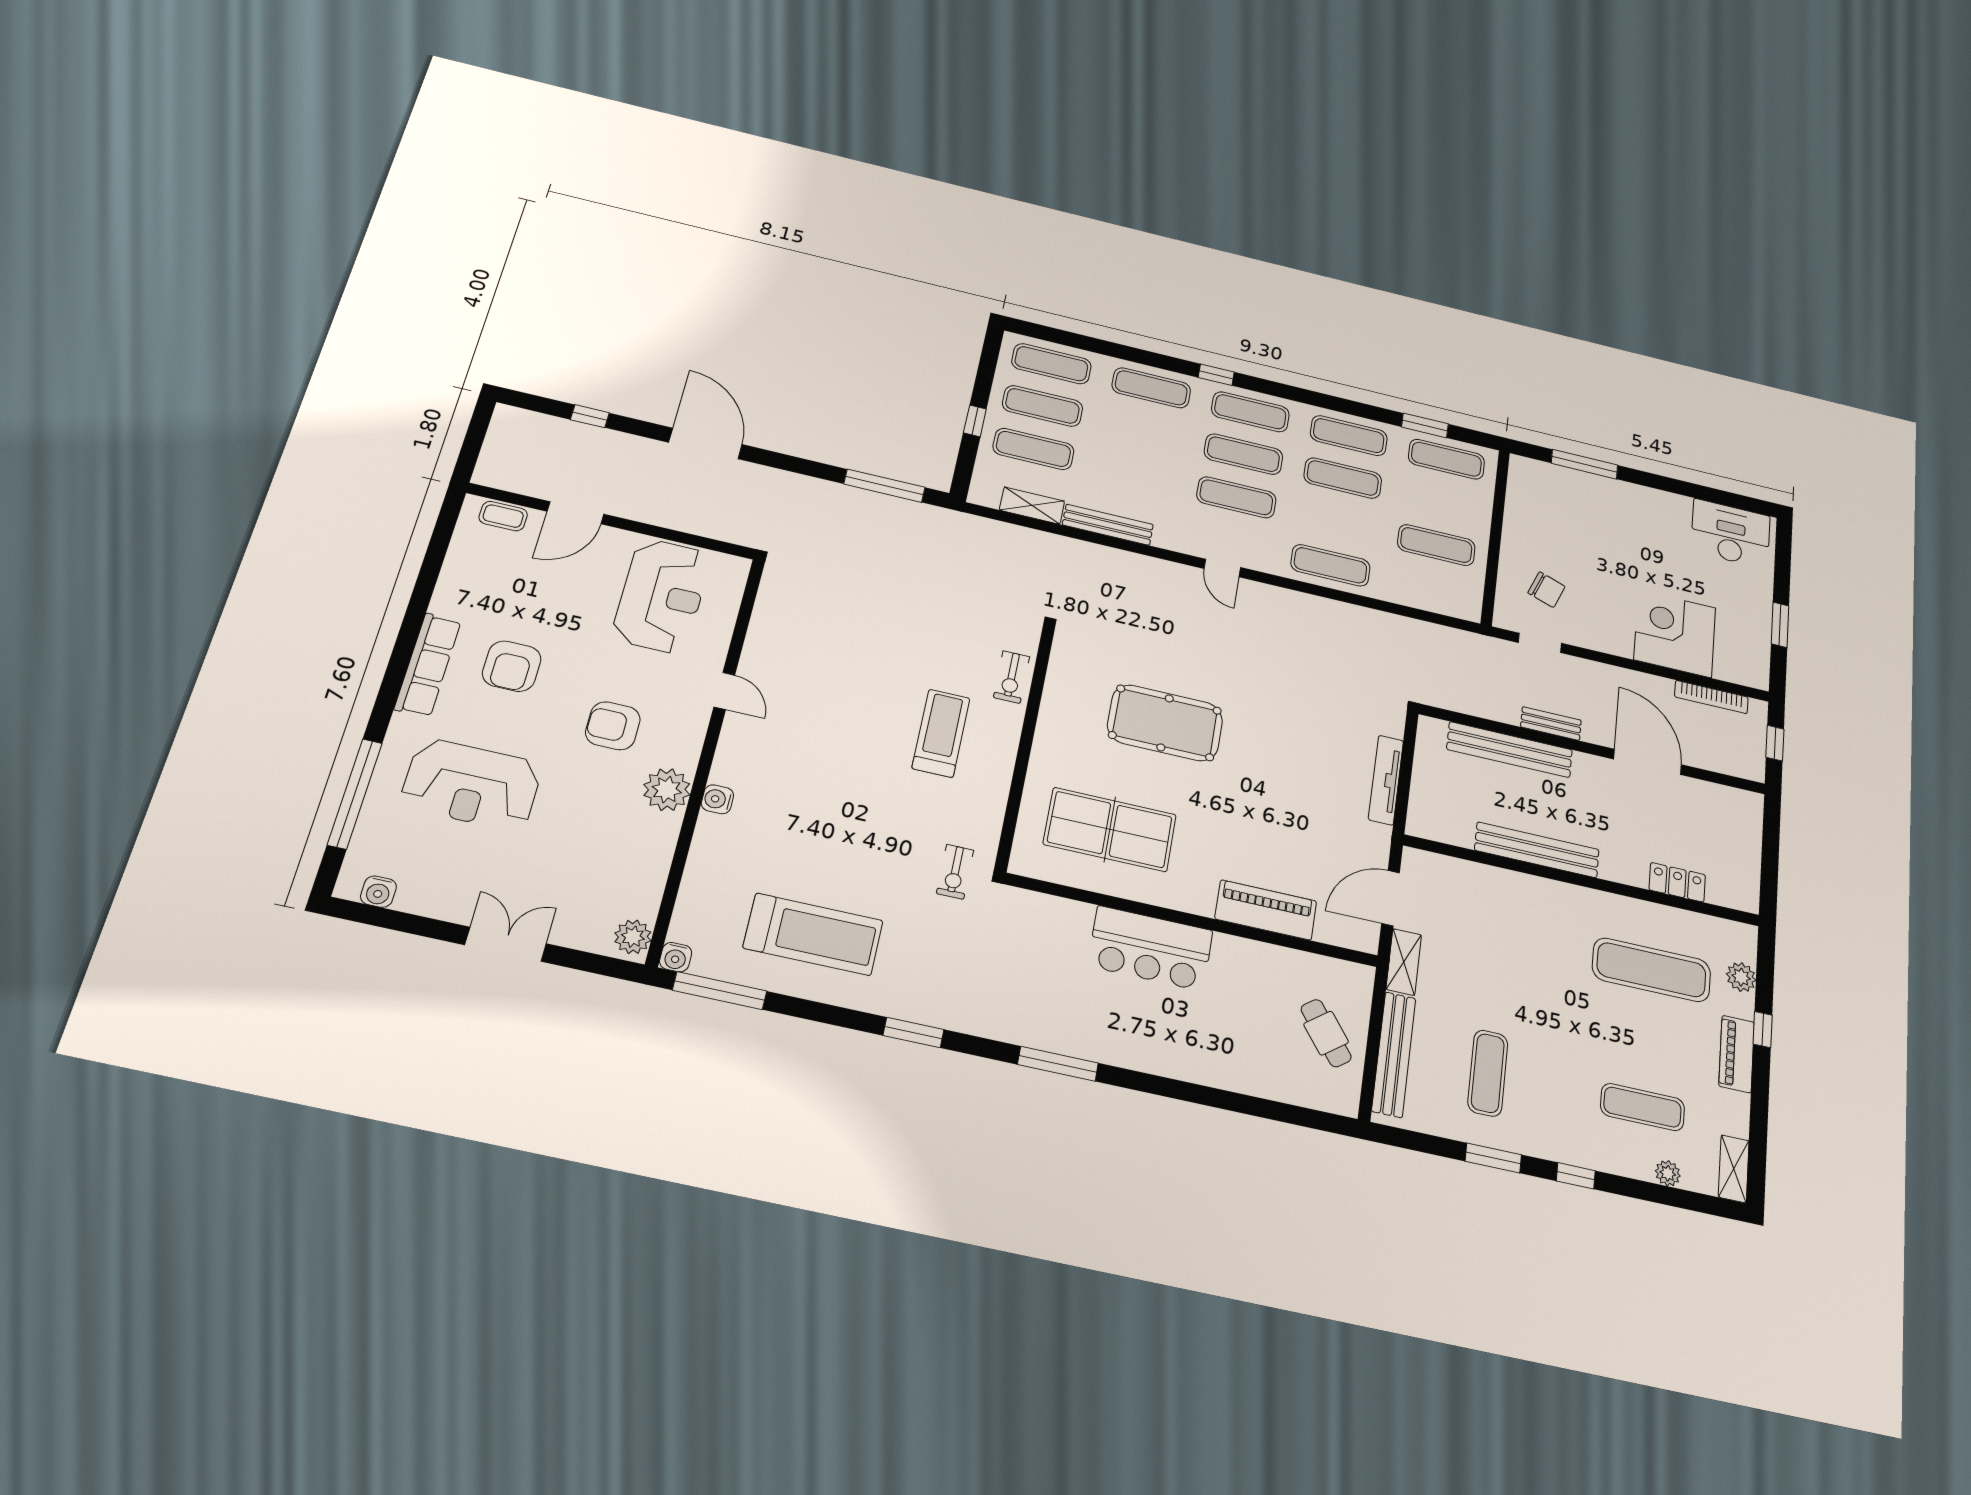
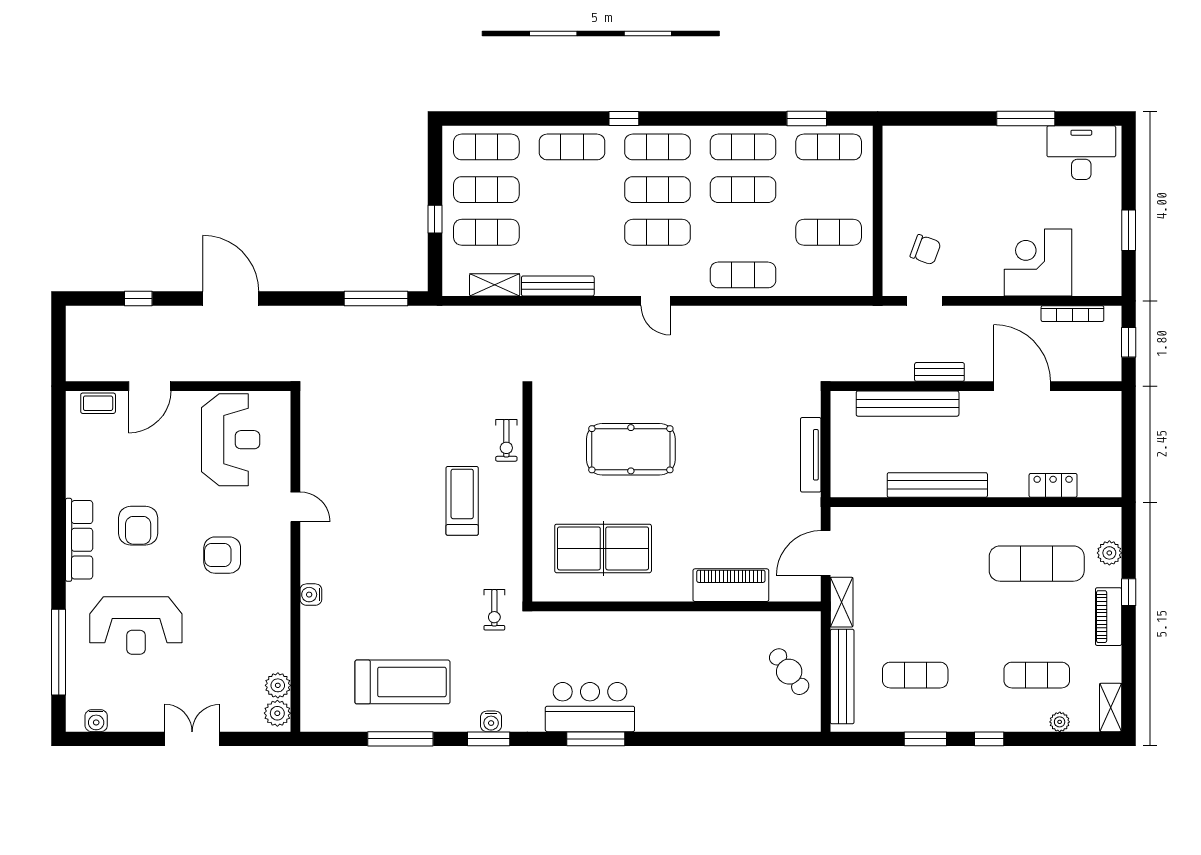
window: (1585, 464) -> (1026, 119), moved
plant: (667, 790) -> (278, 685), moved, width x0.73, depth x0.73
bar counter: (1150, 948) -> (590, 707), moved, turned 180
water cooler: (676, 957) -> (491, 721), moved
window: (720, 991) -> (400, 739), moved
exercise mat: (1488, 1073) -> (915, 675), turned 90

